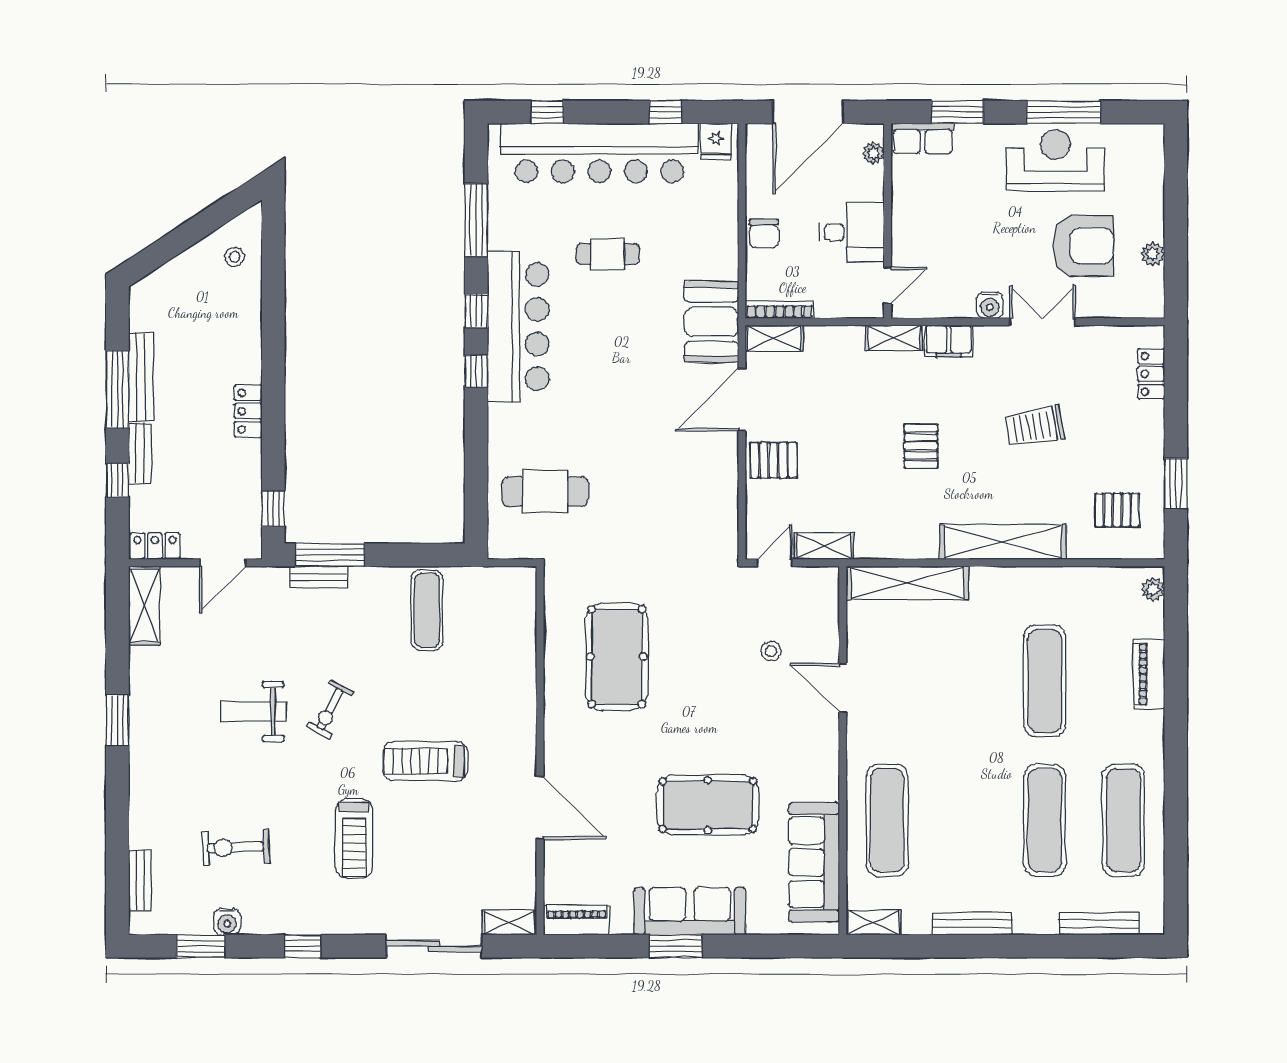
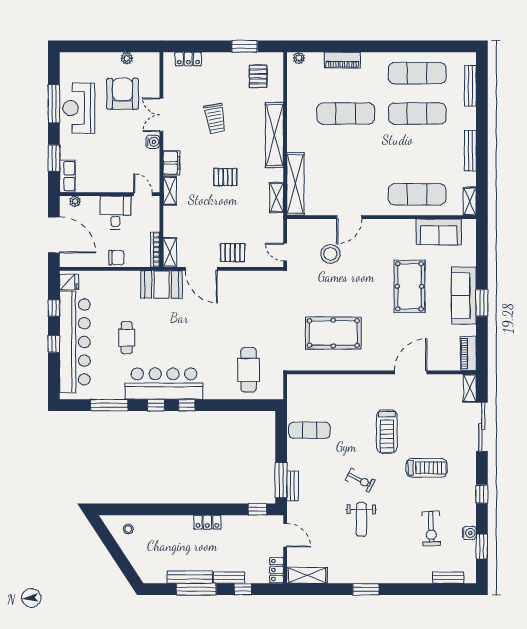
window: (547, 112) -> (54, 344), moved
pallet: (774, 460) -> (233, 253), turned 90
shelving: (824, 546) -> (277, 197), moved
stool: (771, 651) -> (330, 254), width x1.89, depth x1.89
sofa: (814, 862) -> (439, 232), width x0.73

